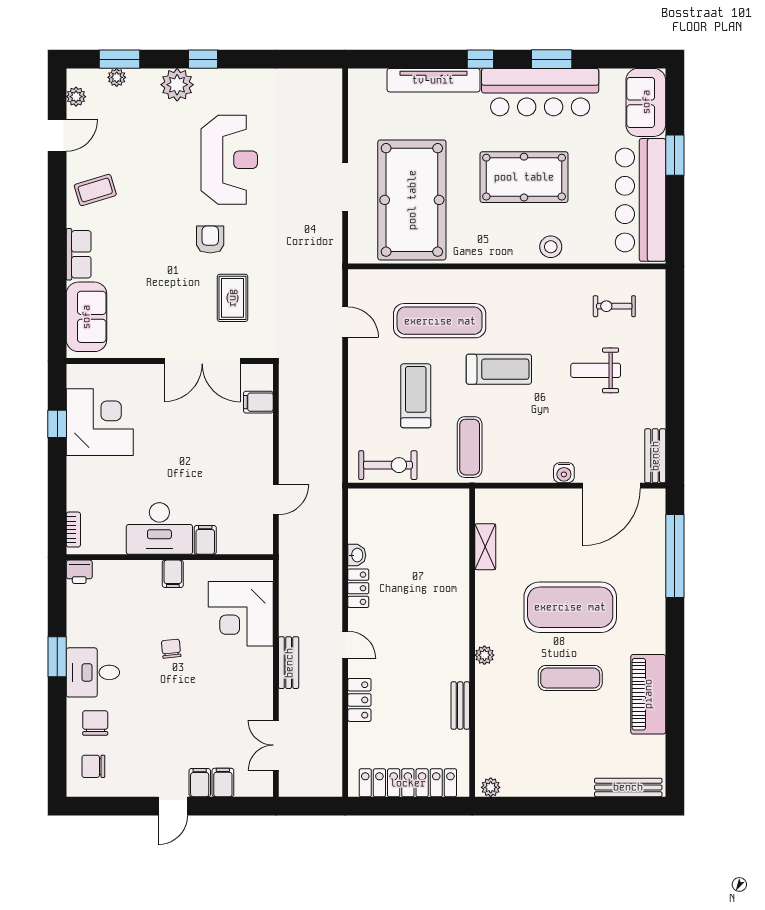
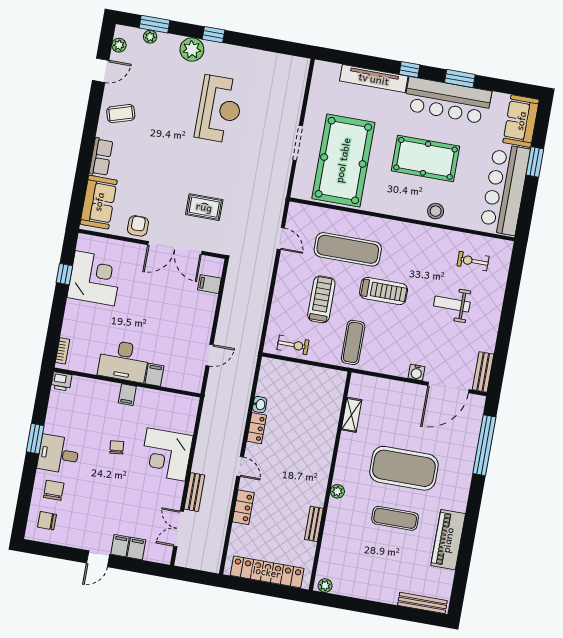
armchair: (210, 239) -> (138, 226), moved
rug: (232, 298) -> (204, 207), turned 90
exercise bike: (388, 465) -> (293, 345), width x0.73, depth x0.72
corner desk: (241, 614) -> (166, 455), moved
bench: (289, 663) -> (194, 492), moved

